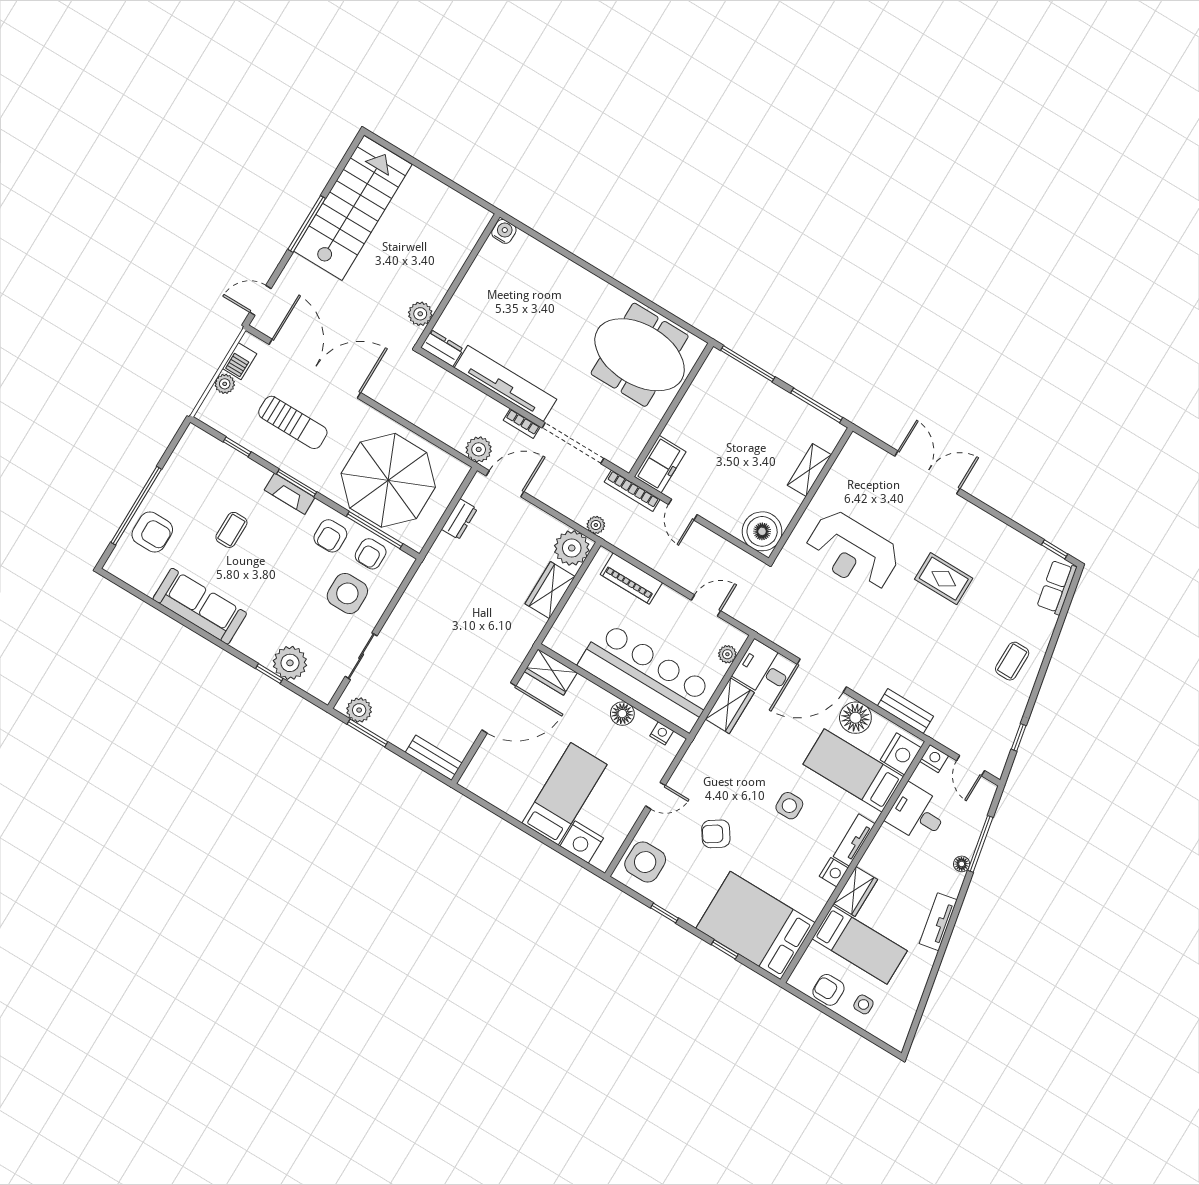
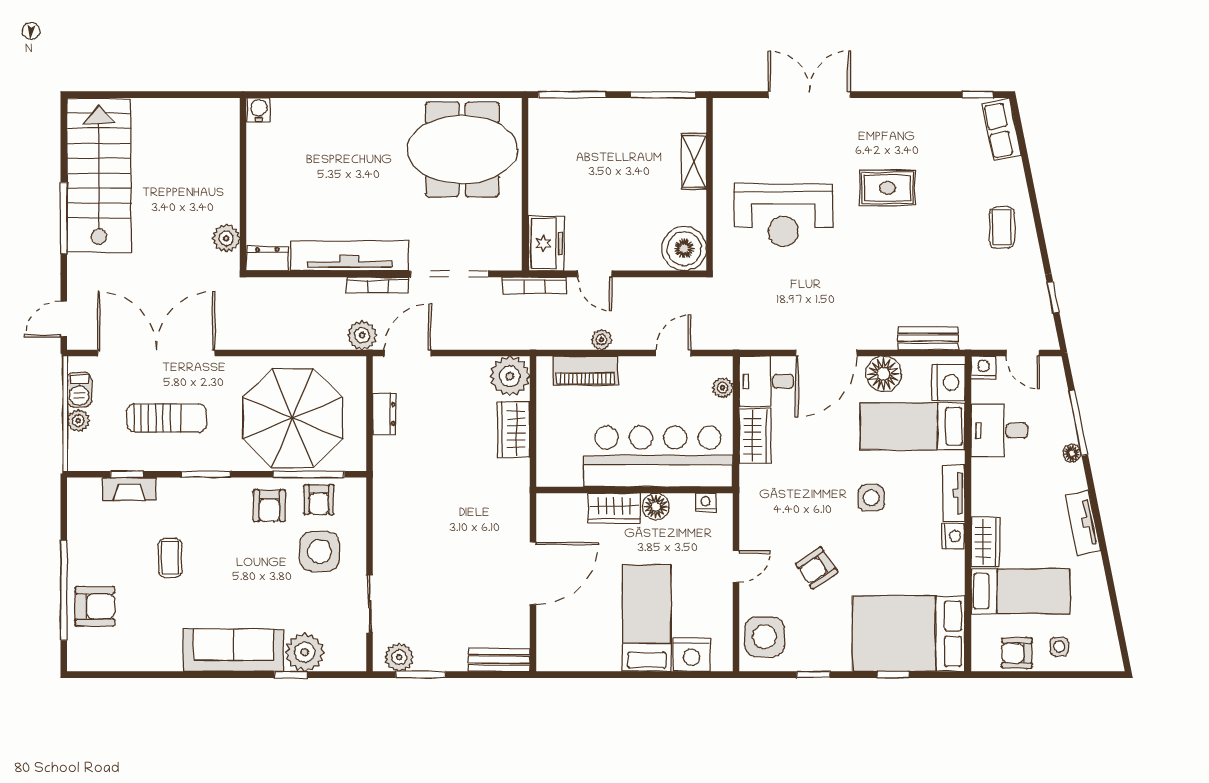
bookcase: (522, 424) -> (378, 285), width x1.56
fireplace: (290, 494) -> (129, 489), moved
plant: (596, 525) -> (602, 340), moved
sofa: (200, 606) -> (233, 650), moved
wardrobe: (551, 672) -> (614, 508), moved

